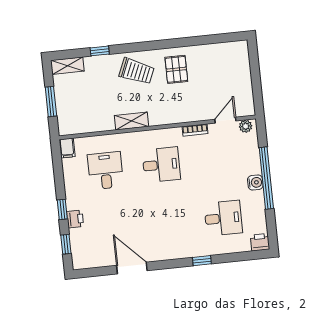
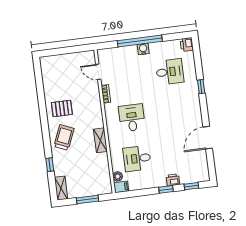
plant: (246, 126) -> (118, 176), moved
desk: (223, 218) -> (170, 72), turned 90

